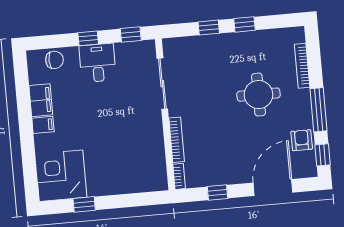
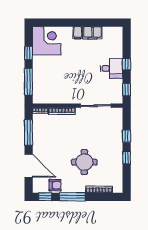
chair: (54, 60) -> (116, 43), removed
window: (217, 192) -> (29, 133), width x2.17
window: (132, 200) -> (29, 82), added

